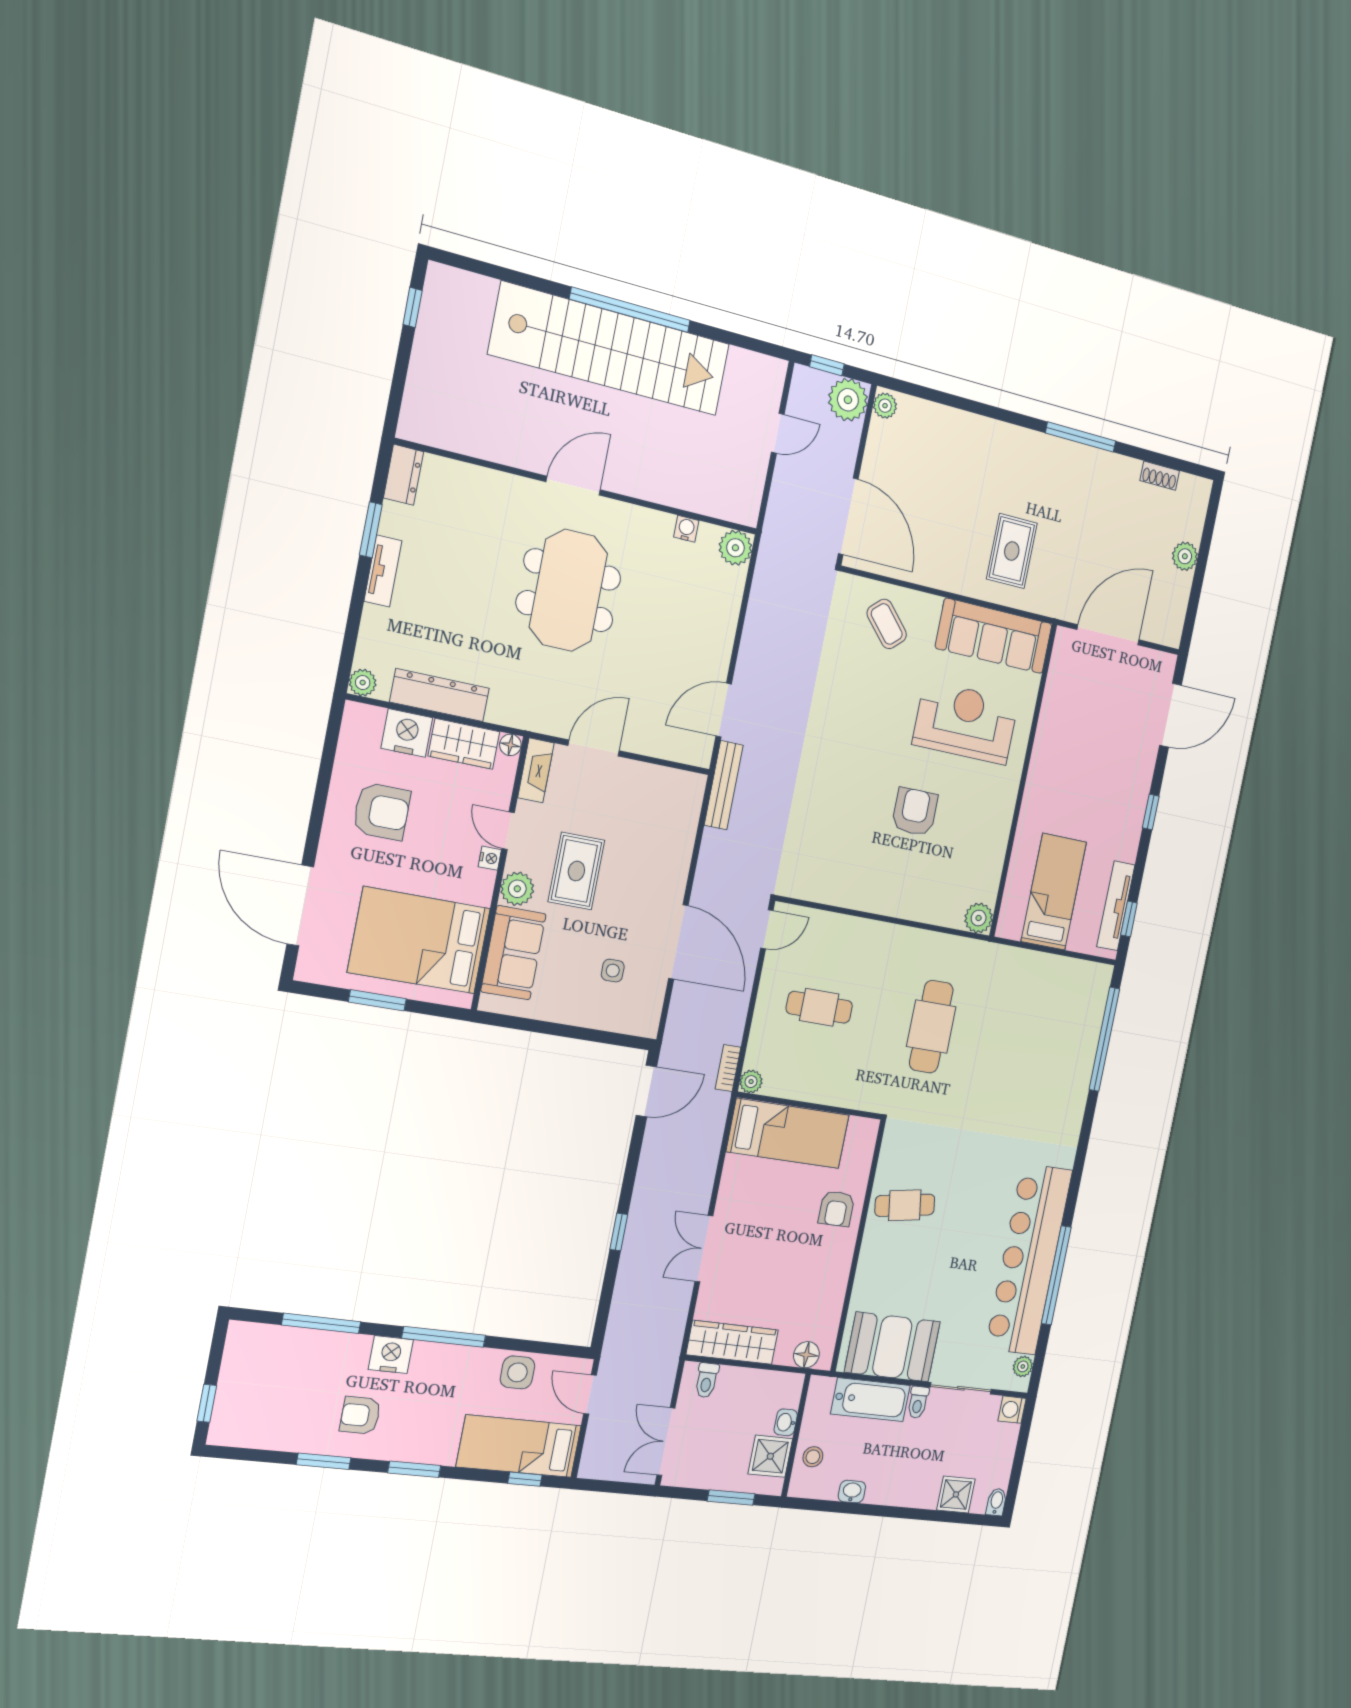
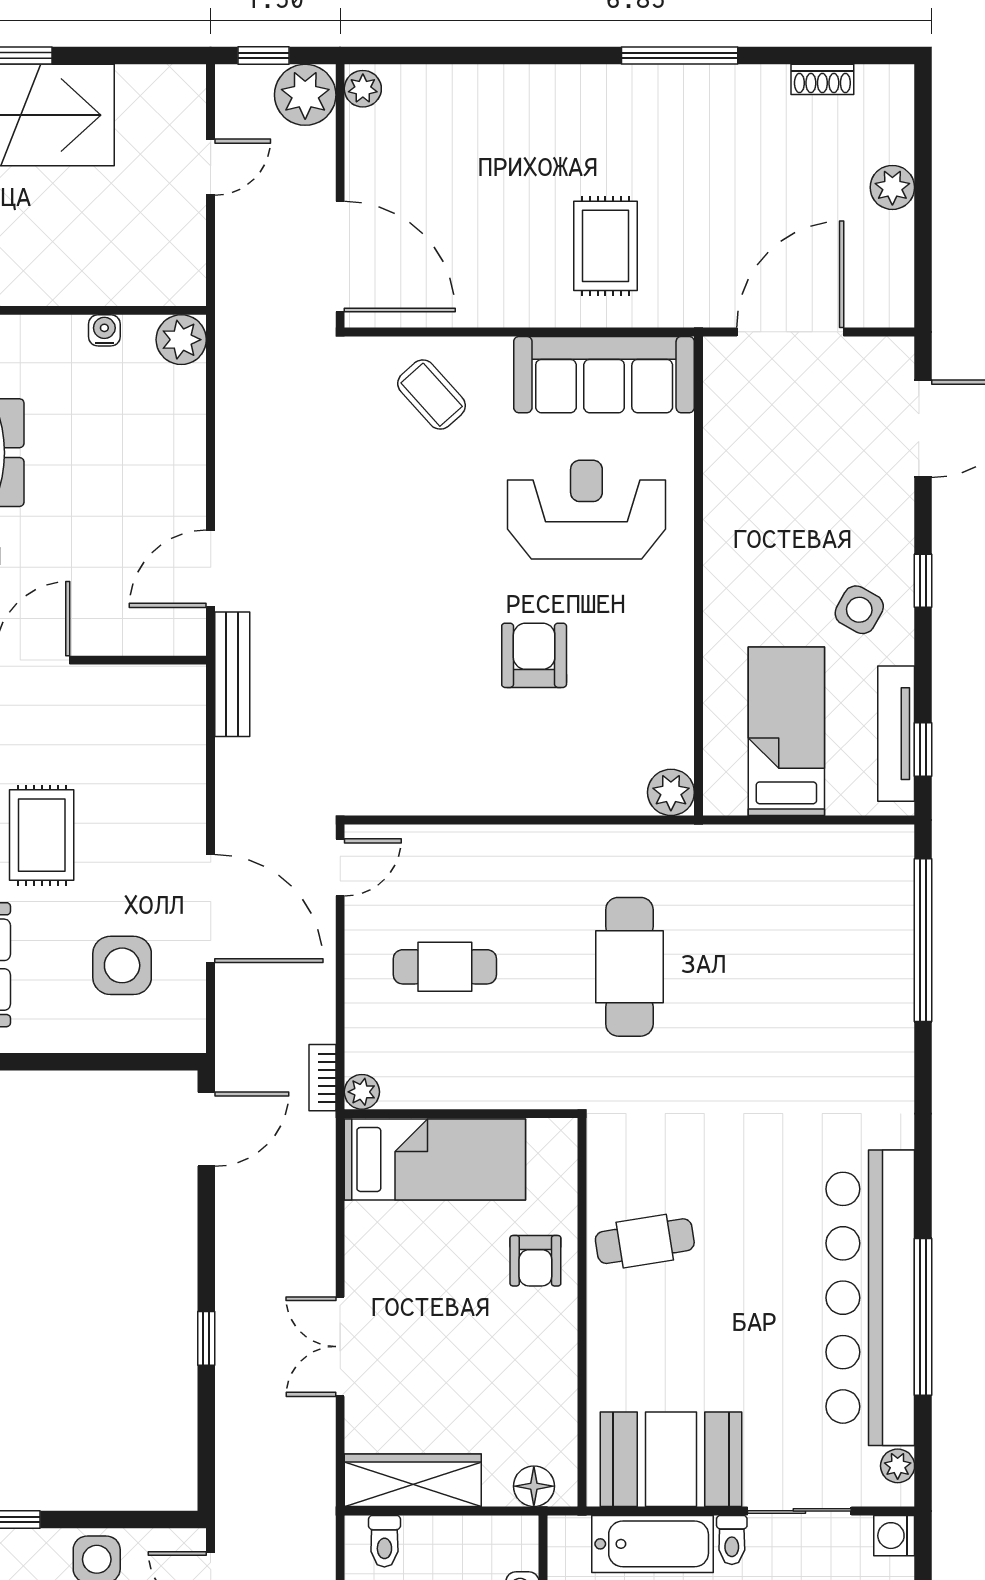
side table: (1111, 823) -> (859, 610), added
side table: (613, 971) -> (122, 965), width x1.87, depth x1.87

